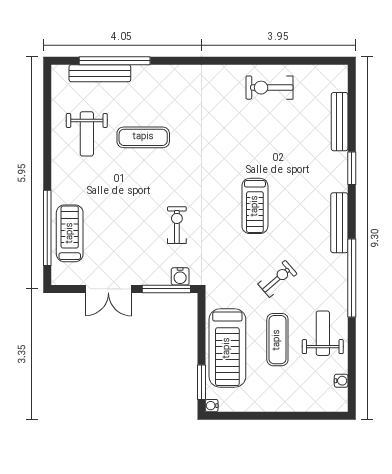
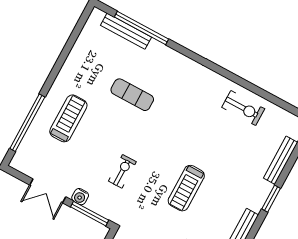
exercise bike: (269, 88) -> (243, 108), turned 180
weight bench: (87, 134) -> (93, 70), removed
treadmill: (70, 233) -> (68, 118), moved
water cooler: (180, 276) -> (80, 197), moved

